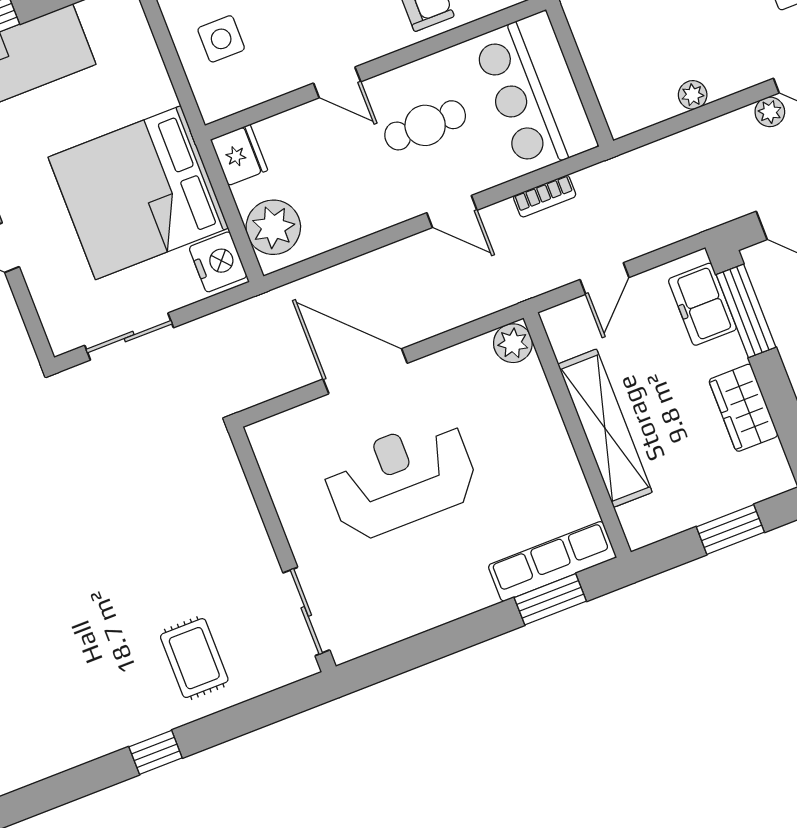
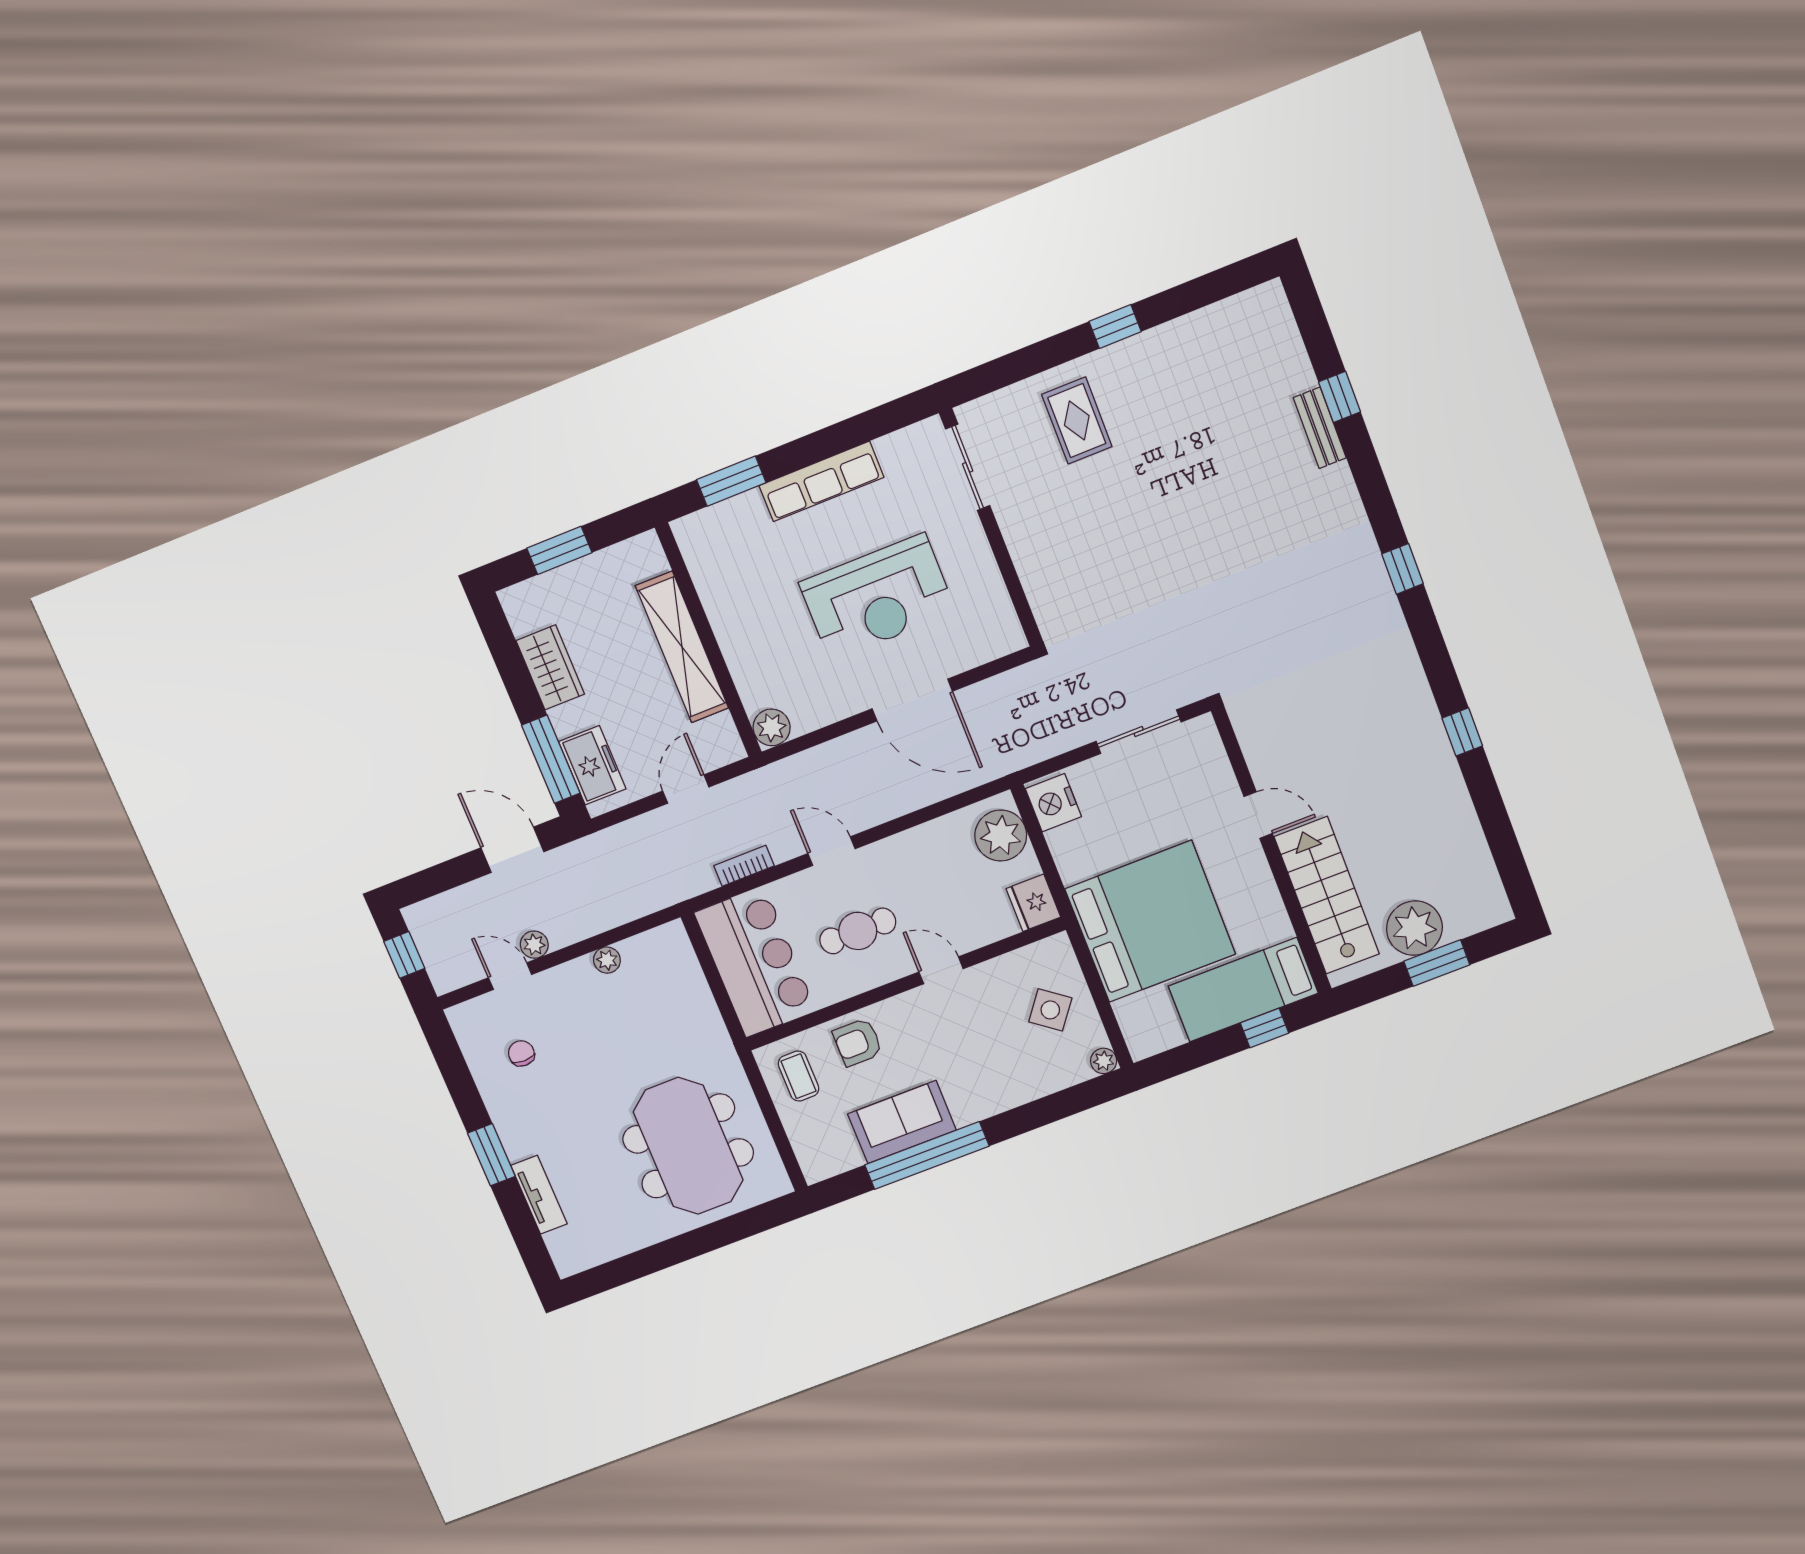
side table: (221, 39) -> (1050, 1010), turned 37
bed: (138, 193) -> (1150, 921), moved
row of seats: (552, 561) -> (821, 481), moved

